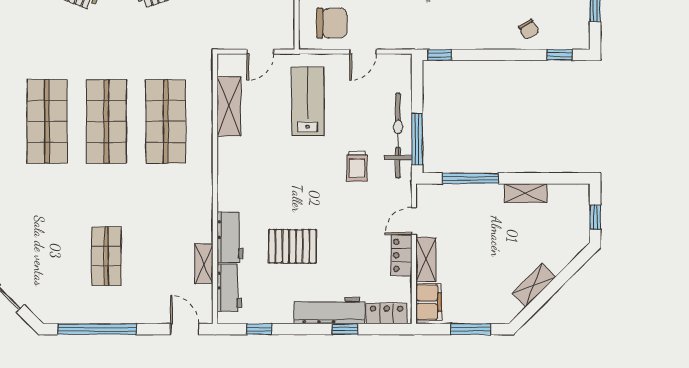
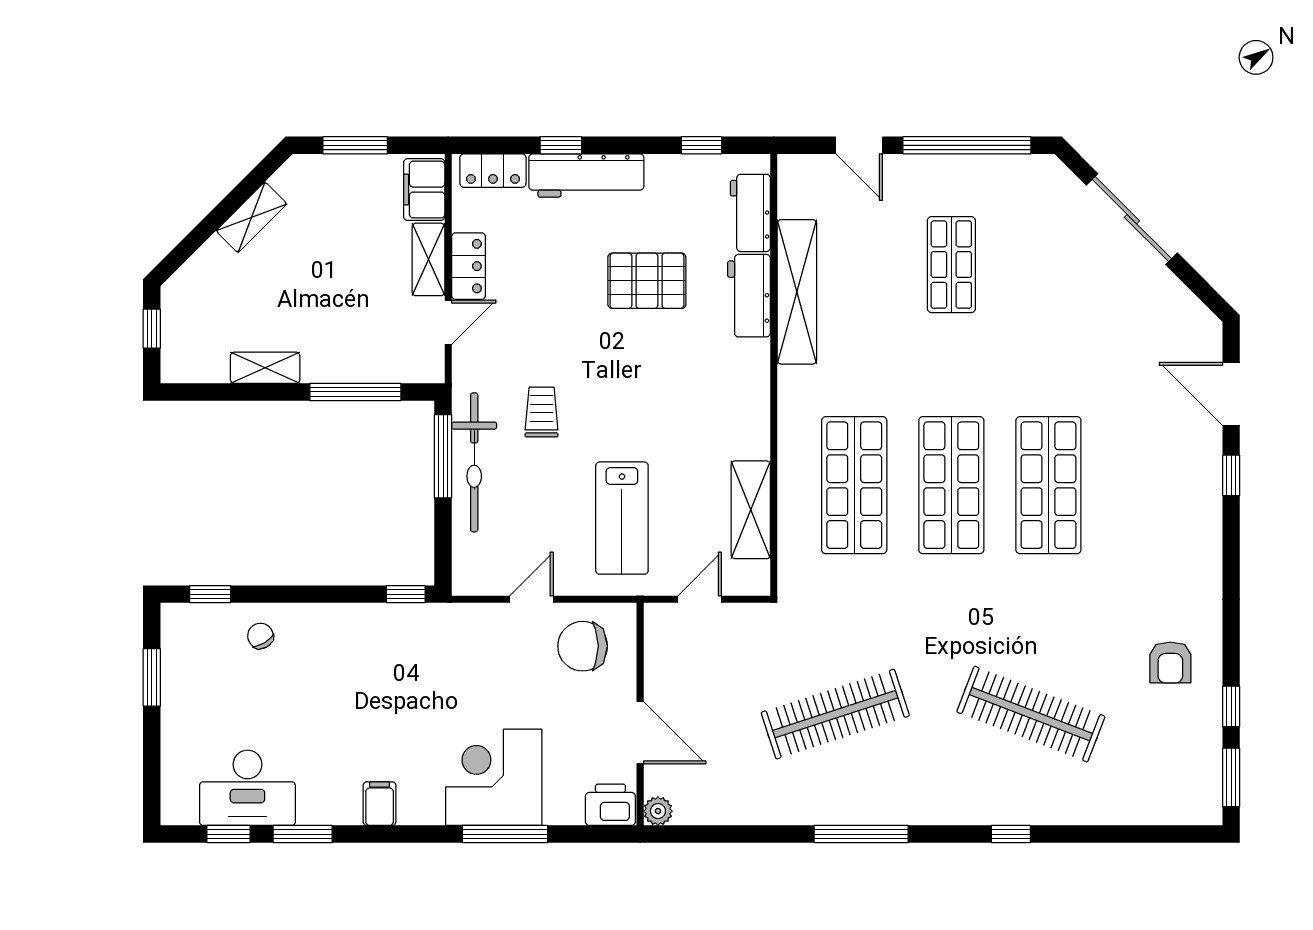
shelving: (204, 264) -> (797, 292), width x2.20, depth x1.33
door: (185, 329) -> (859, 145), moved

